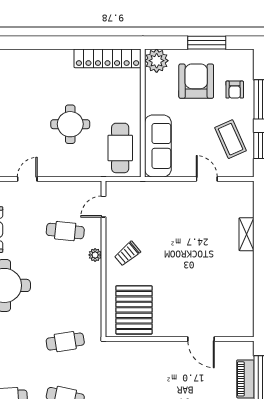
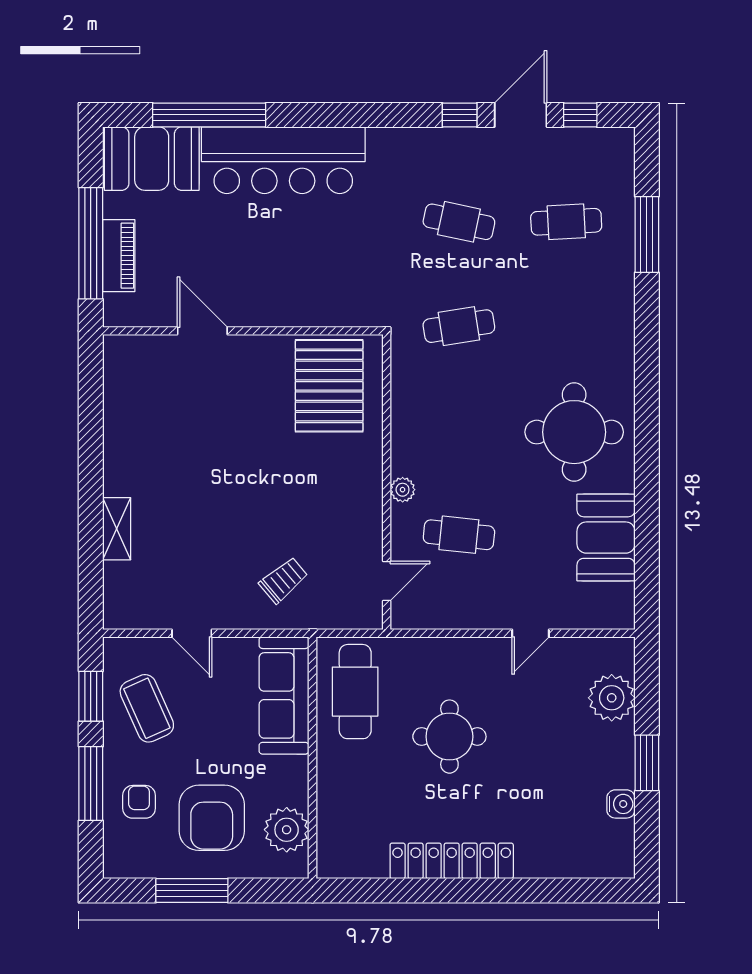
locker: (108, 58) -> (452, 861), moved
plant: (157, 61) -> (287, 830), moved
trolley: (127, 254) -> (284, 580), moved

